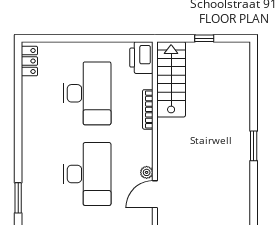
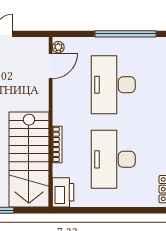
stairs: (171, 79) -> (29, 160), width x1.36, depth x1.51
plant: (147, 172) -> (58, 47), moved

